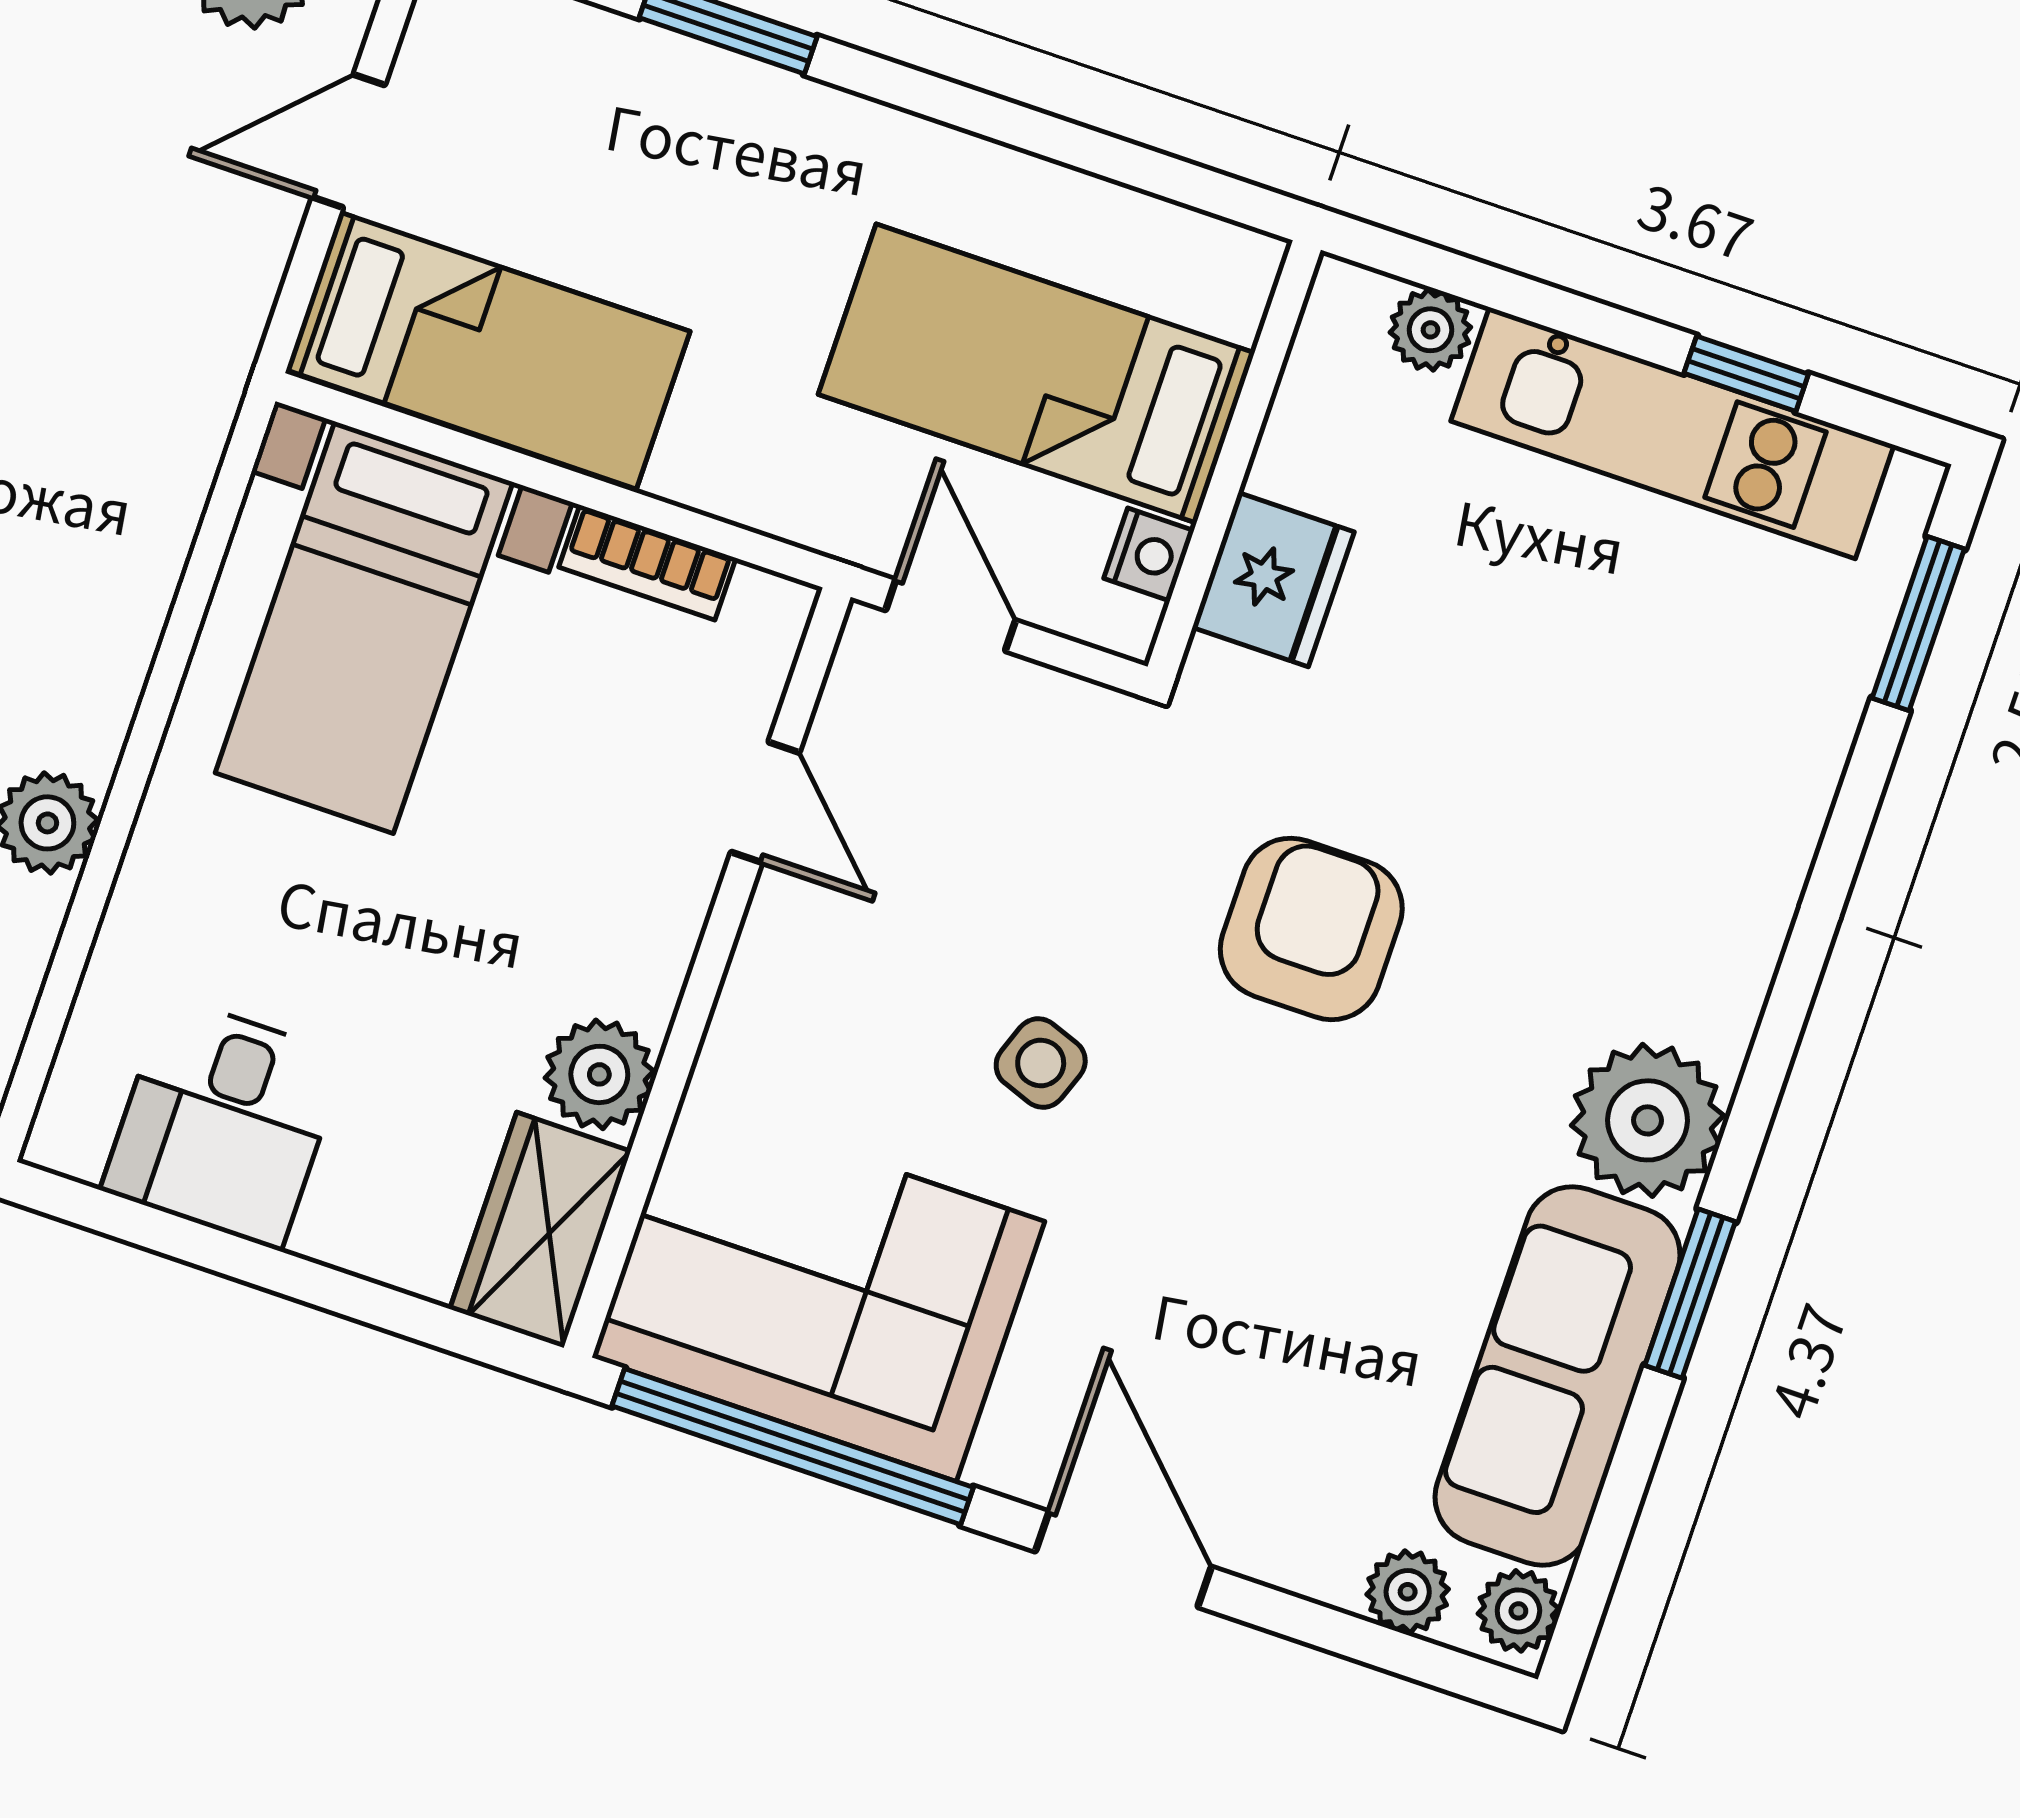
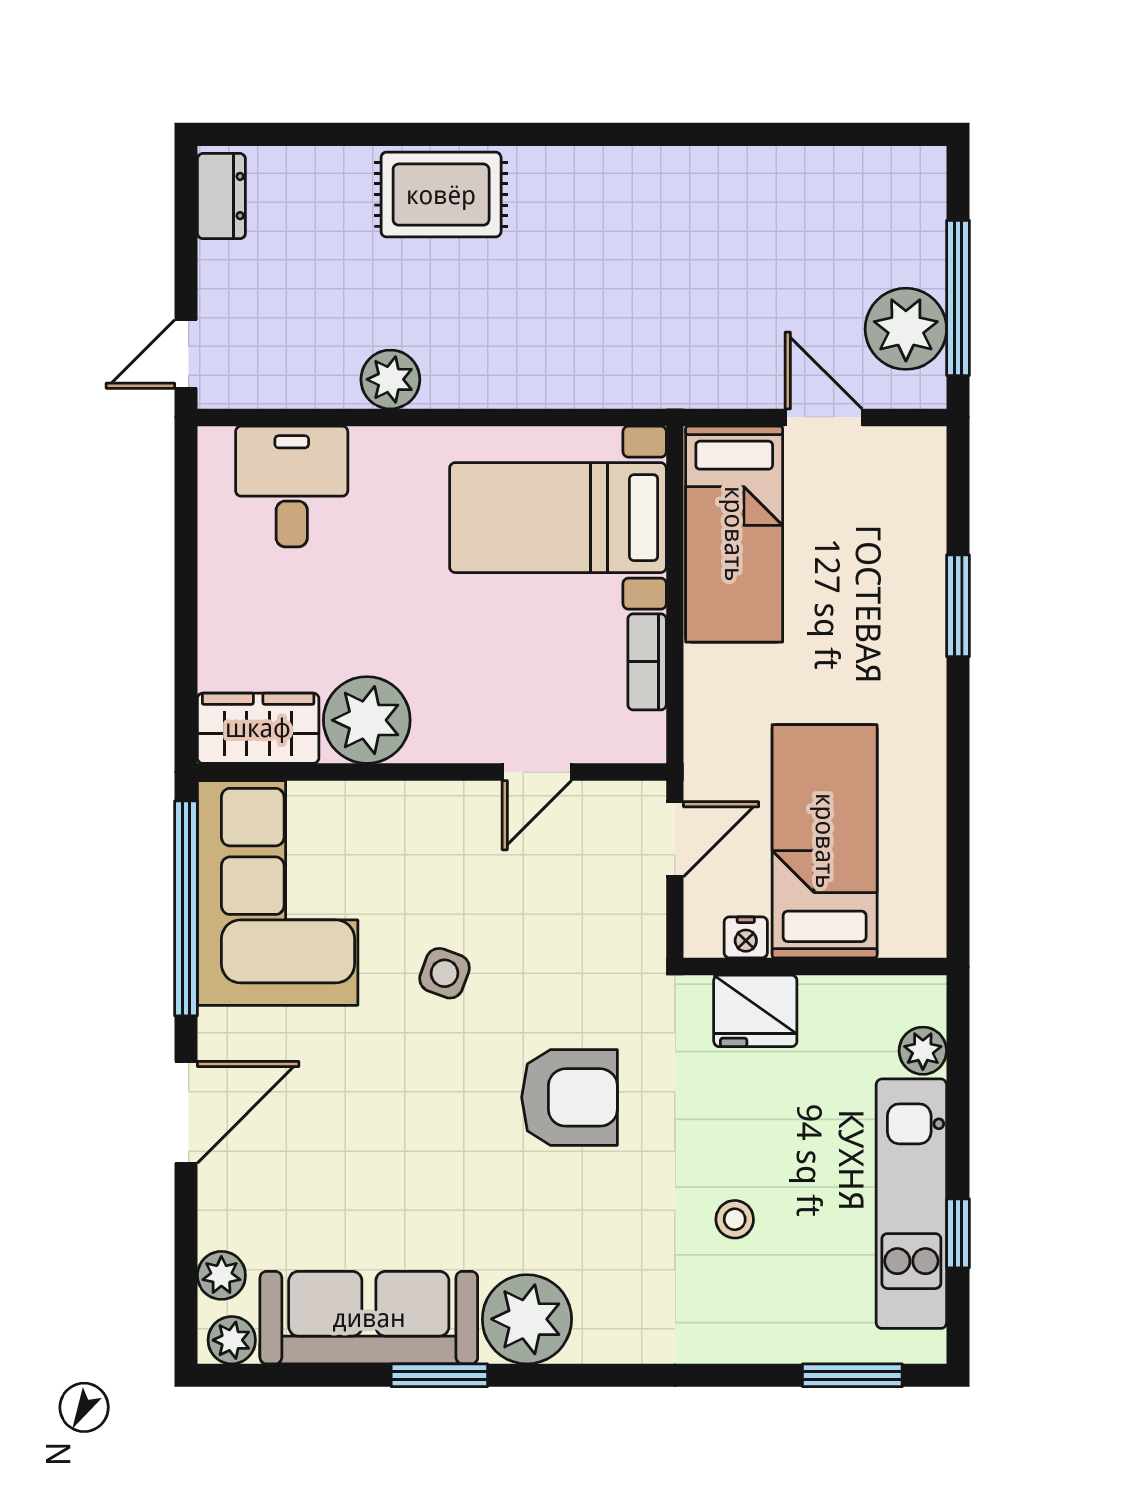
stool: (1600, 728) -> (735, 1219), added
plant: (599, 1074) -> (367, 720), width x1.36, depth x1.36
desk: (224, 1123) -> (292, 487), moved, turned 90

